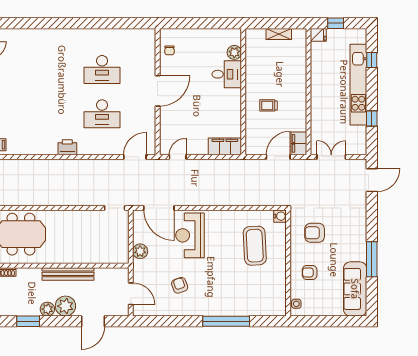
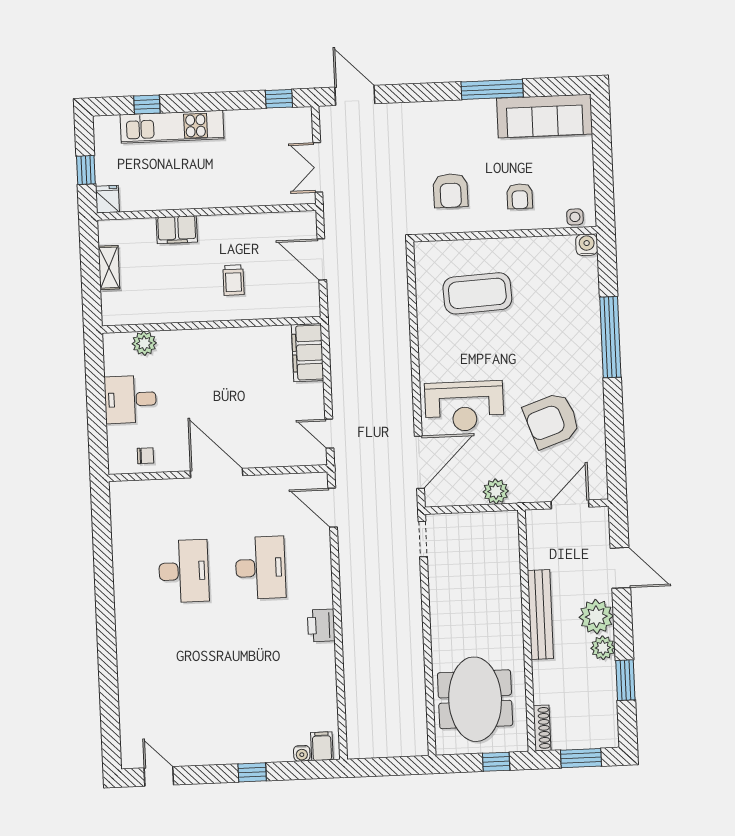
desk: (227, 74) -> (130, 399), moved, turned -90
kitchen unit: (358, 85) -> (172, 127), width x0.73
window: (372, 118) -> (279, 99), moved
filing cabinet: (299, 143) -> (177, 230), moved
water cooler: (280, 216) -> (587, 245), moved
armchair: (180, 285) -> (552, 420), width x1.88, depth x1.88

